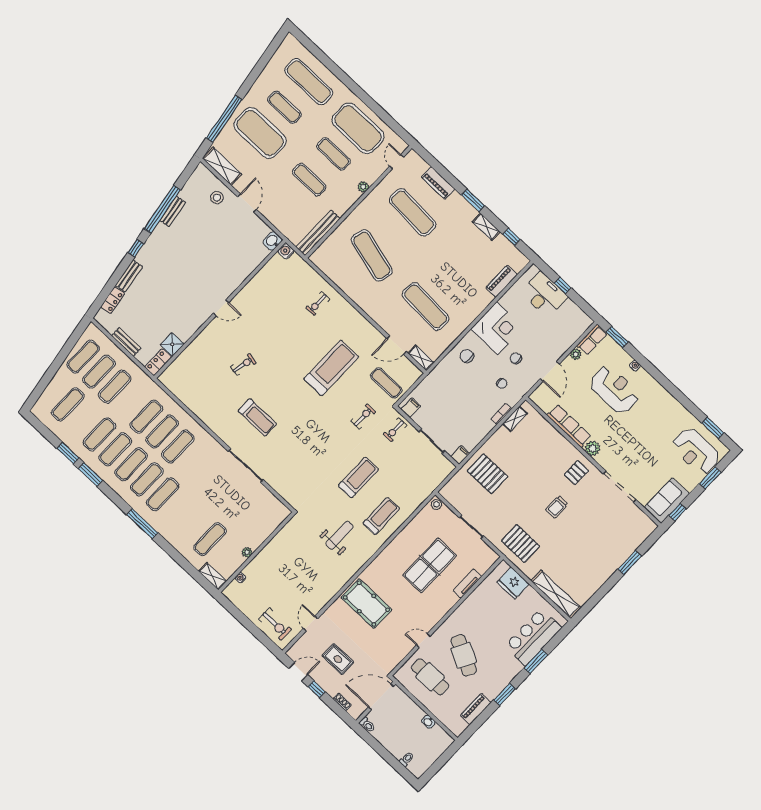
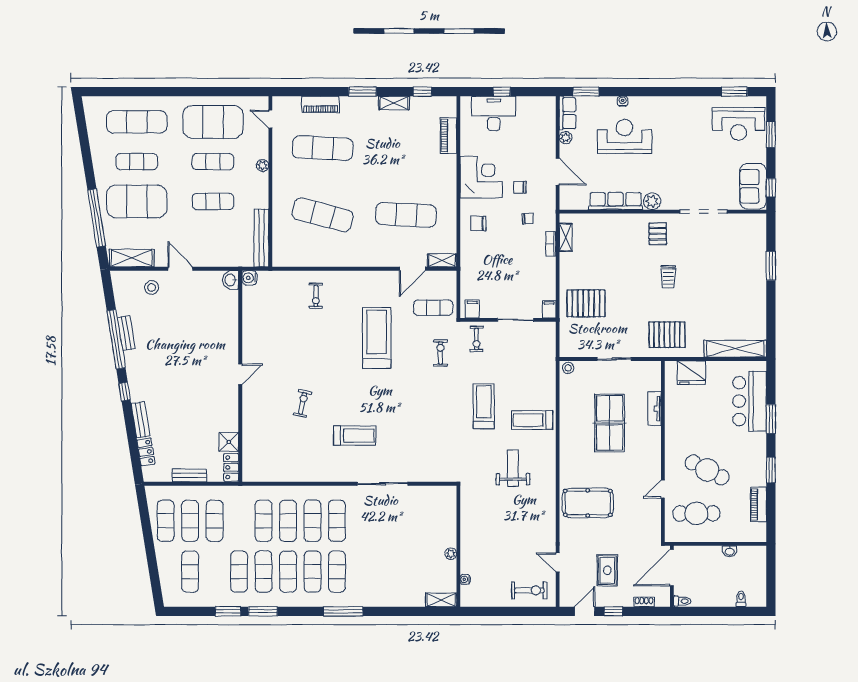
treadmill: (381, 516) -> (532, 420), turned -90
exercise mat: (210, 539) -> (337, 521), moved
rug: (338, 659) -> (607, 570), turned 90

